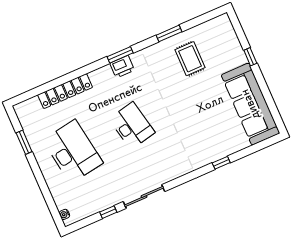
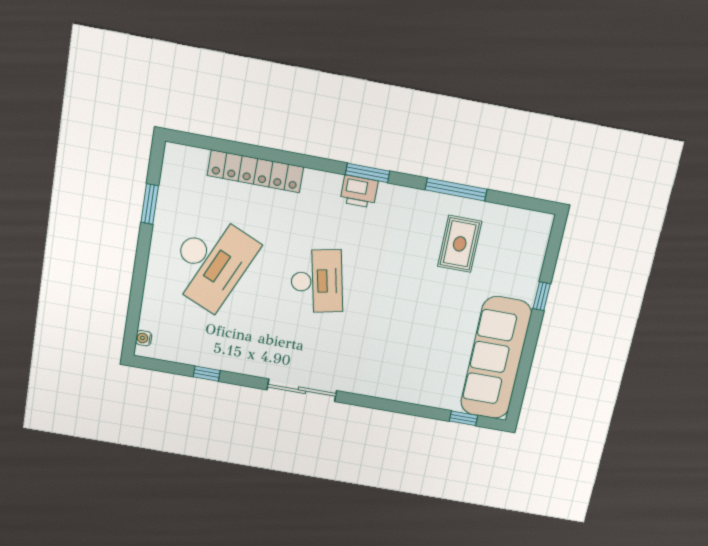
window: (169, 33) -> (456, 190), width x1.44
desk: (73, 152) -> (211, 262), turned 33
window: (221, 163) -> (463, 418), moved
sliding door: (144, 196) -> (302, 390), moved

